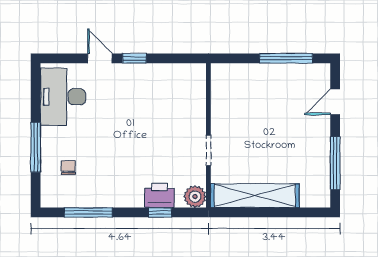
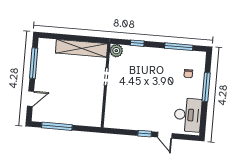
printer: (159, 196) -> (137, 53), removed

